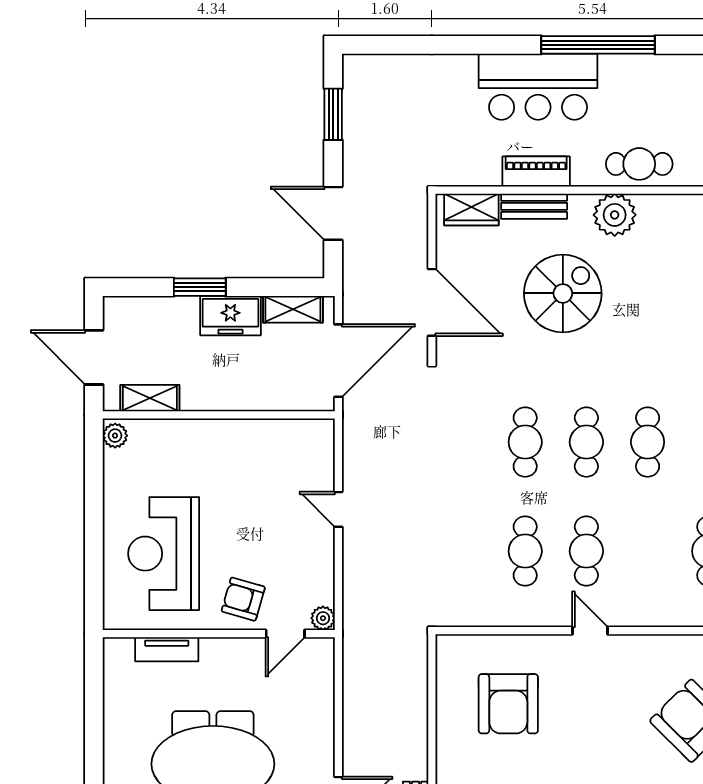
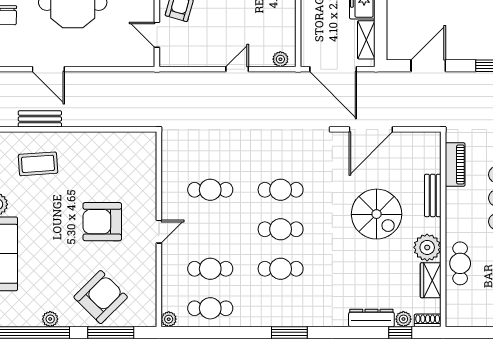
piano: (536, 172) -> (455, 164), moved
wardrobe: (471, 210) -> (431, 280), moved
cafe table: (586, 551) -> (210, 269), moved
plant: (323, 618) -> (280, 59), moved
armchair: (508, 704) -> (102, 222), moved

